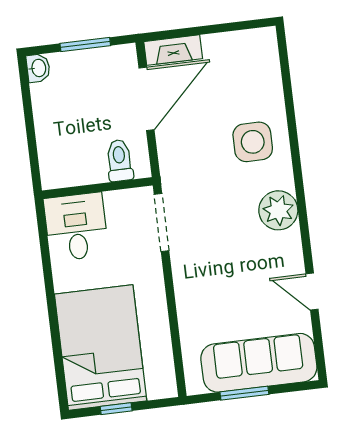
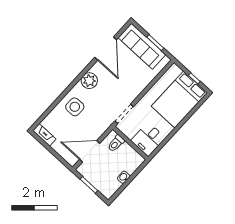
fireplace: (173, 50) -> (44, 135), moved
washbasin: (38, 68) -> (124, 177), moved
door: (312, 292) -> (106, 49), width x1.88

